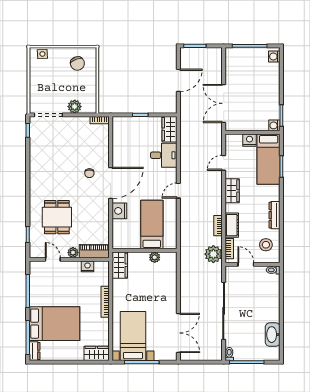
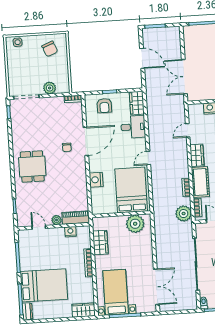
door: (178, 80) -> (142, 58), hinge flipped
armchair: (134, 130) -> (104, 106), added
door: (111, 183) -> (86, 141), moved
dining table: (57, 217) -> (32, 167), moved
bed: (152, 225) -> (131, 190), width x1.50
cot: (232, 225) -> (200, 182), width x1.37, depth x1.34
plant: (155, 257) -> (135, 224), width x1.88, depth x1.88
wardrobe: (120, 265) -> (100, 242), moved

